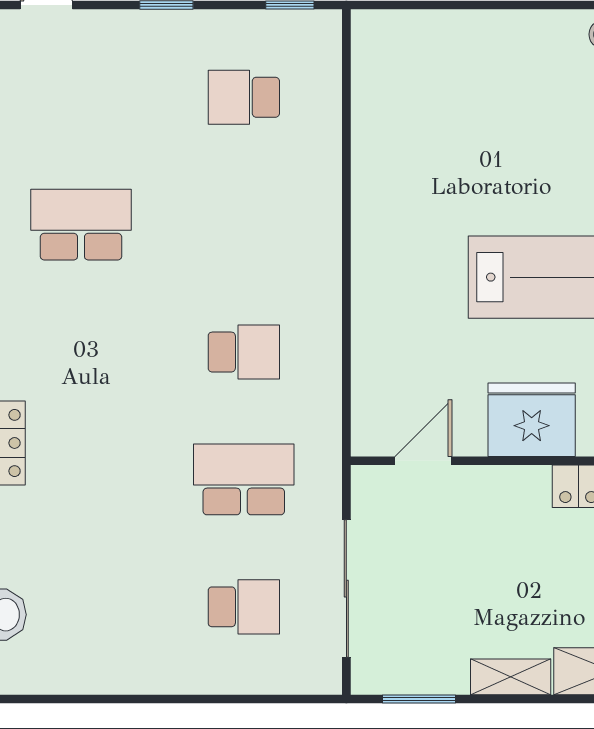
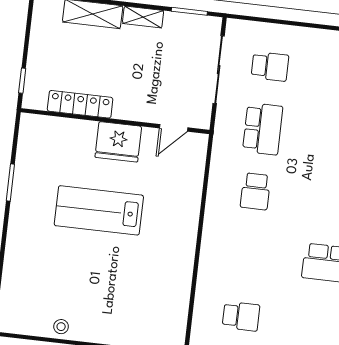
school desk: (244, 352) -> (255, 191), turned -90
school desk: (244, 479) -> (263, 129), turned -90
school desk: (244, 607) -> (270, 66), turned 180

